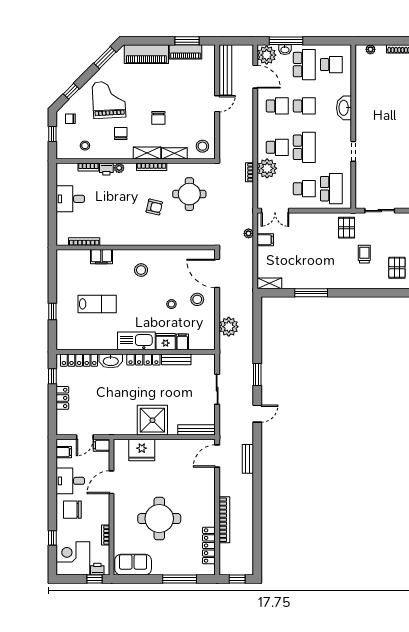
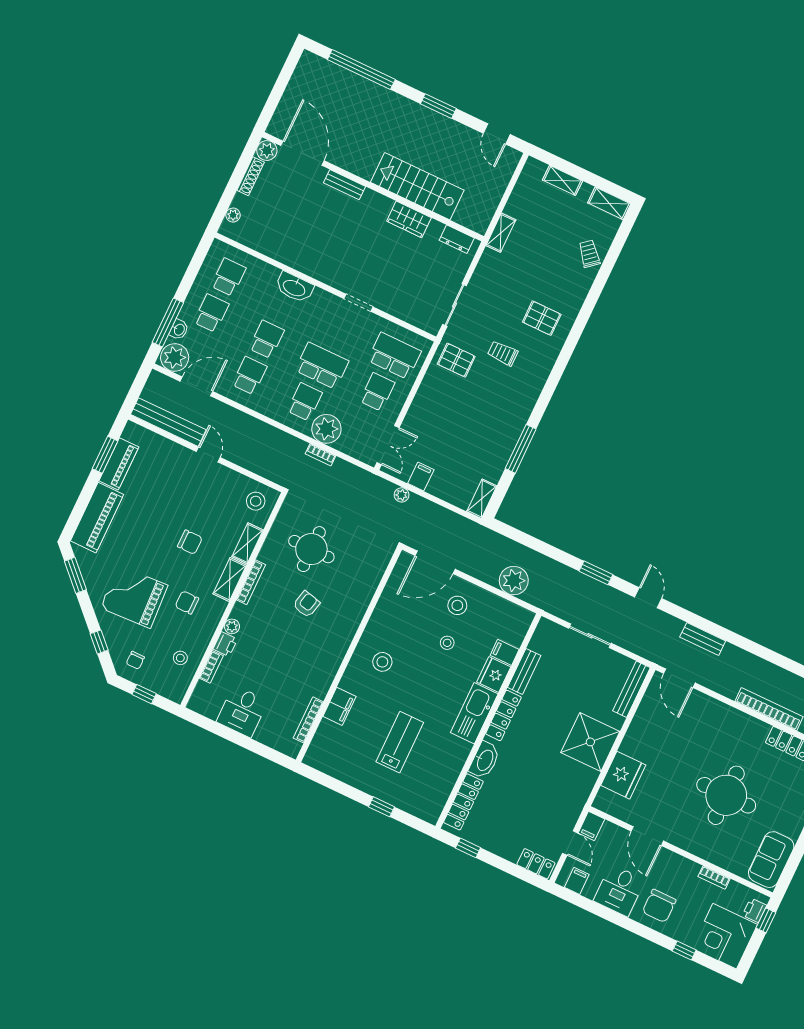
school desk: (304, 65) -> (211, 313), width x0.54
locker: (62, 398) -> (536, 864), moved

